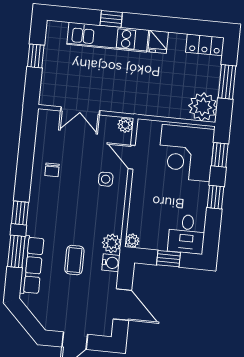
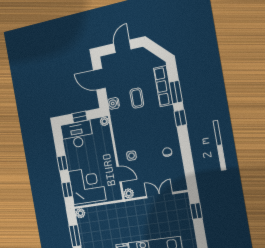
window: (36, 56) -> (196, 211), moved
plant: (203, 107) -> (80, 213), width x0.53, depth x0.53
desk: (187, 234) -> (77, 135), width x1.37
plant: (112, 243) -> (116, 116), removed

